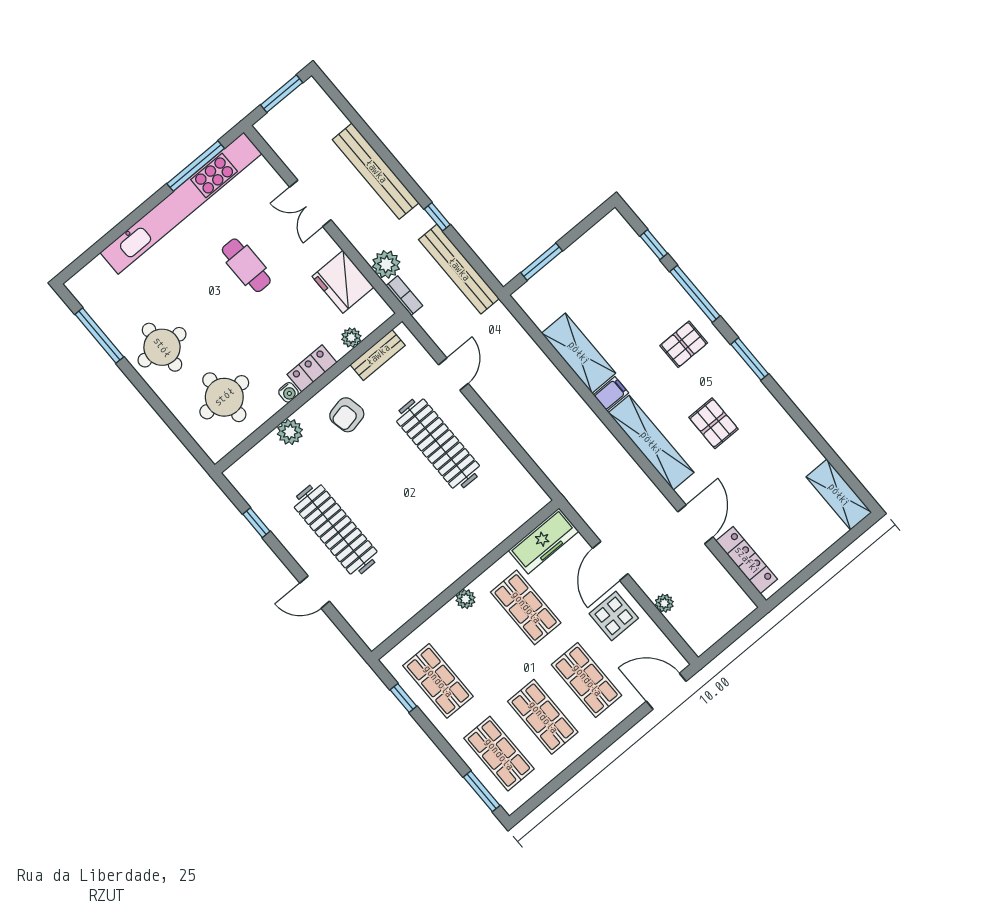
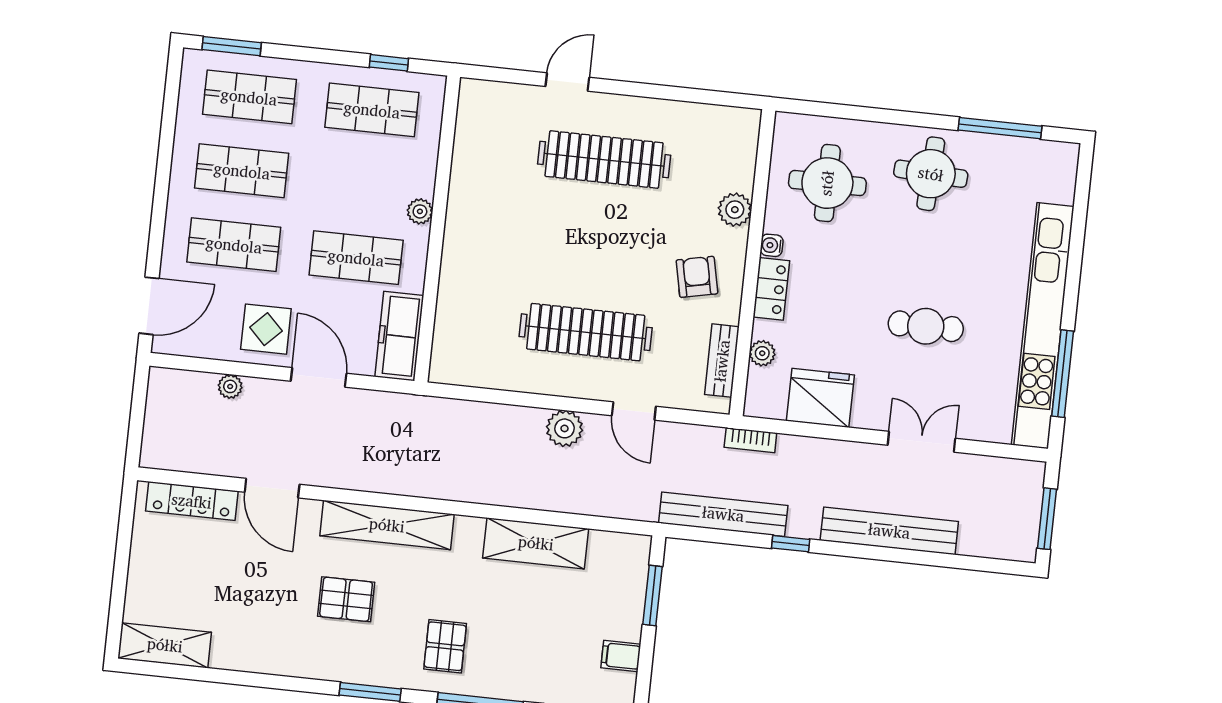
plant: (386, 264) -> (564, 428), moved
filing cabinet: (611, 394) -> (621, 656), moved, turned 90
window: (256, 523) -> (684, 94), removed

